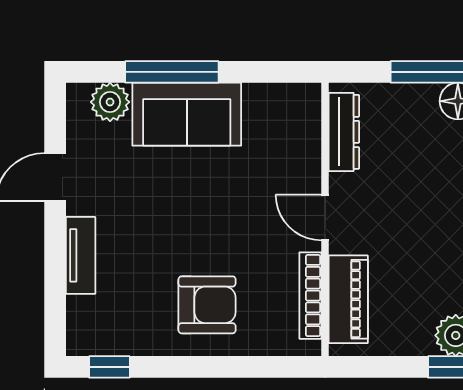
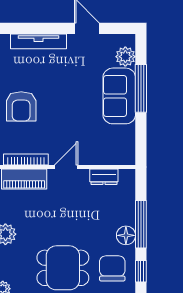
dresser: (344, 132) -> (104, 177), width x0.70
tv unit: (81, 255) -> (39, 41), width x1.41

